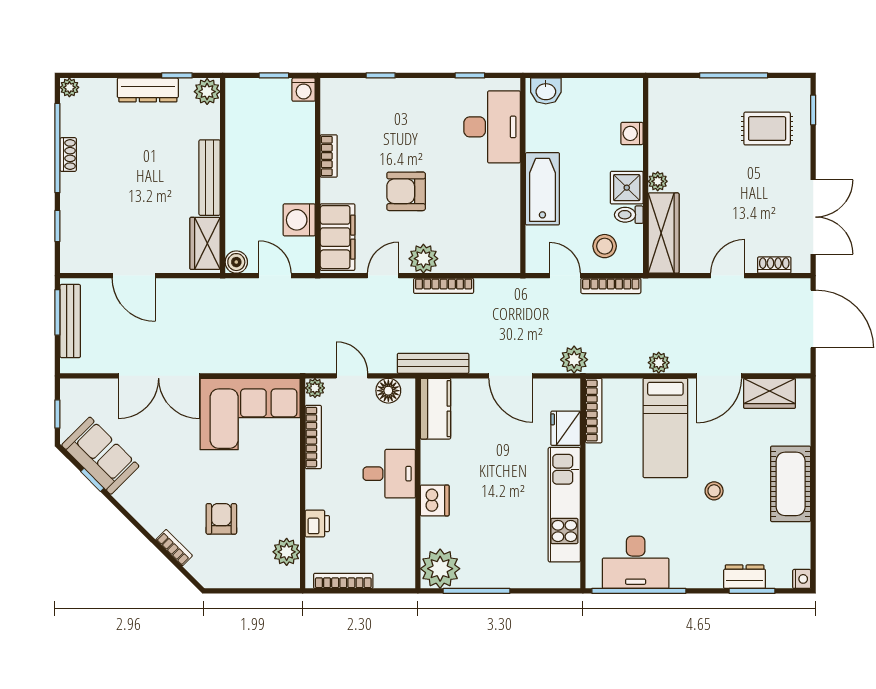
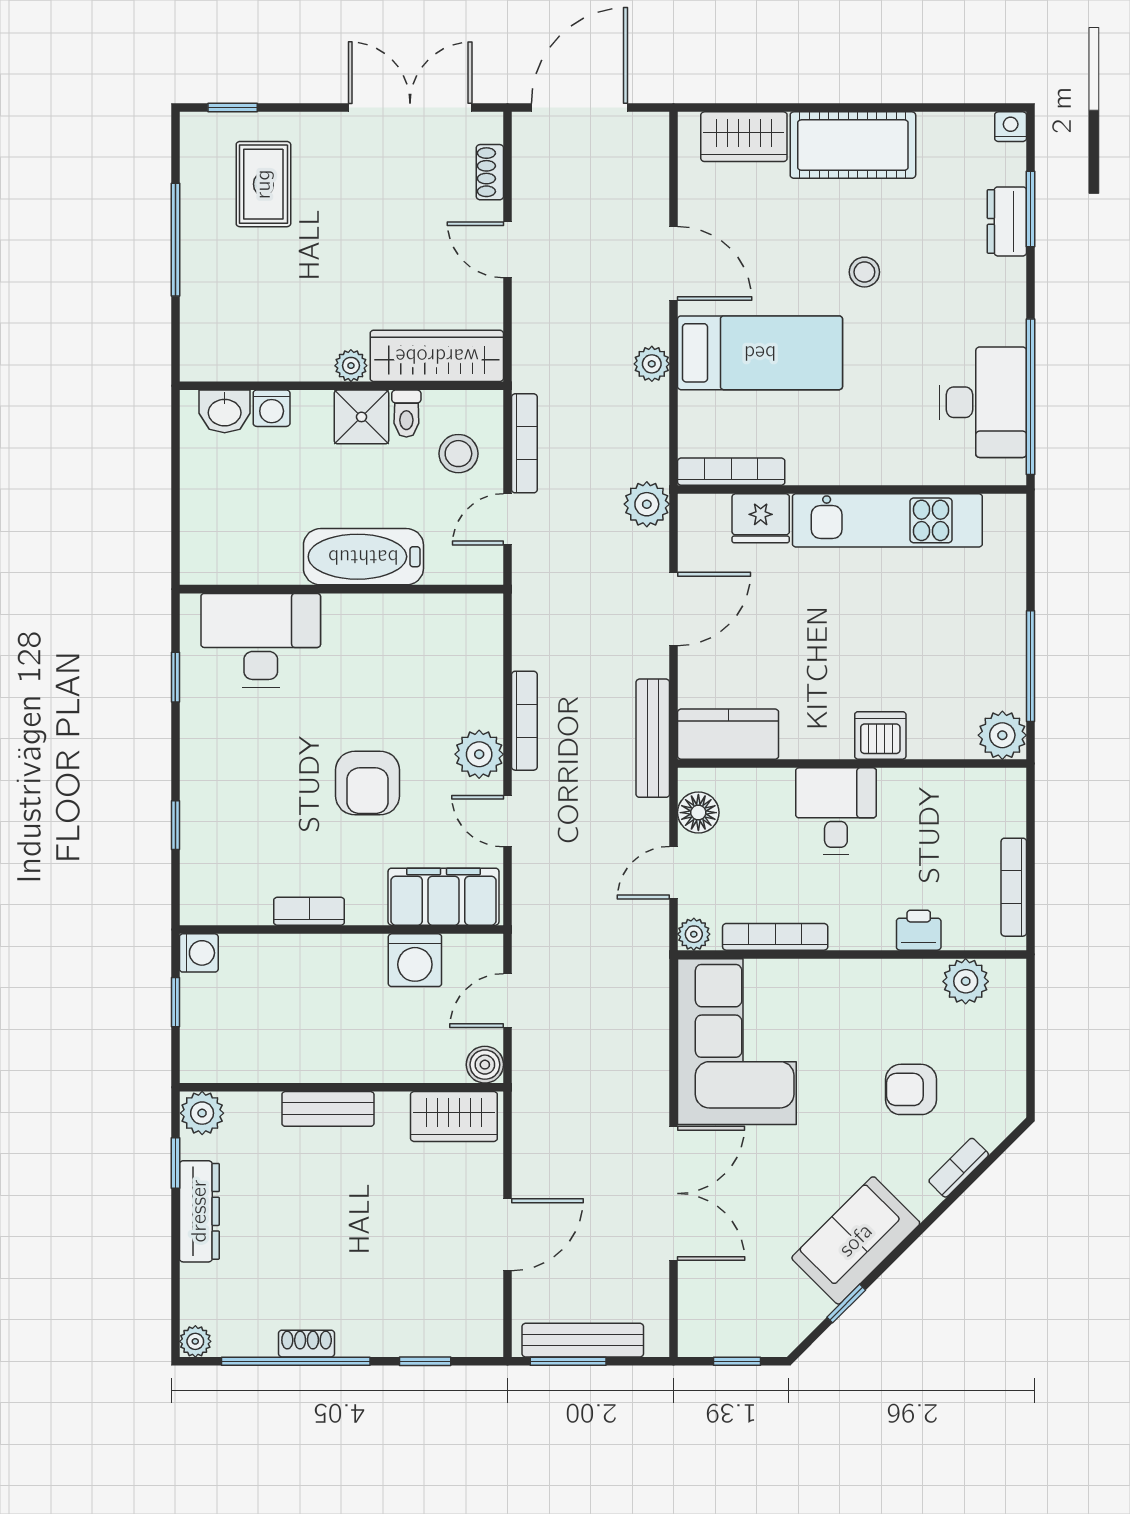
washbasin: (546, 91) -> (225, 411), moved, turned 90
bench: (210, 178) -> (328, 1109), width x0.73
wardrobe: (769, 393) -> (744, 137), moved, turned 90
sofa: (100, 456) -> (856, 1240), moved
plant: (440, 569) -> (1002, 735), width x0.73, depth x0.73

